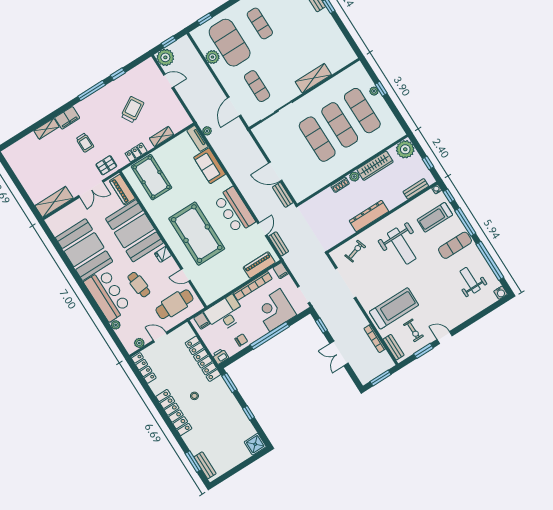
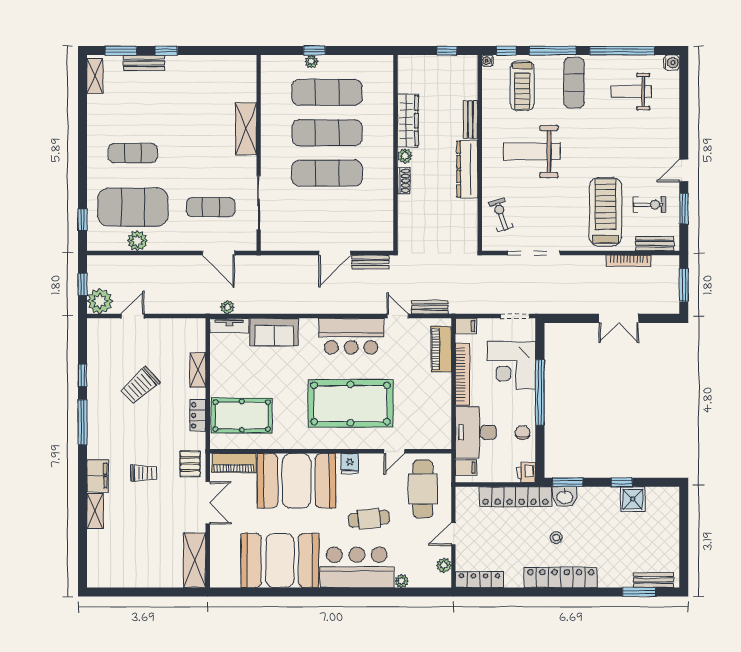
trolley: (132, 110) -> (140, 386), turned -101
plant: (405, 149) -> (411, 69), removed
bench: (416, 189) -> (470, 120), moved
weight bench: (402, 246) -> (532, 151), turned 180
window: (321, 326) -> (569, 318), removed
washbasin: (220, 386) -> (565, 497), added
shower: (255, 444) -> (633, 499), moved

